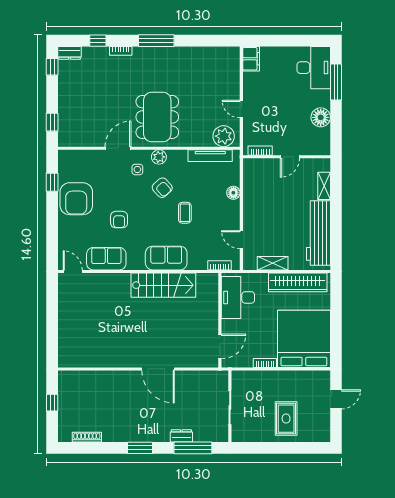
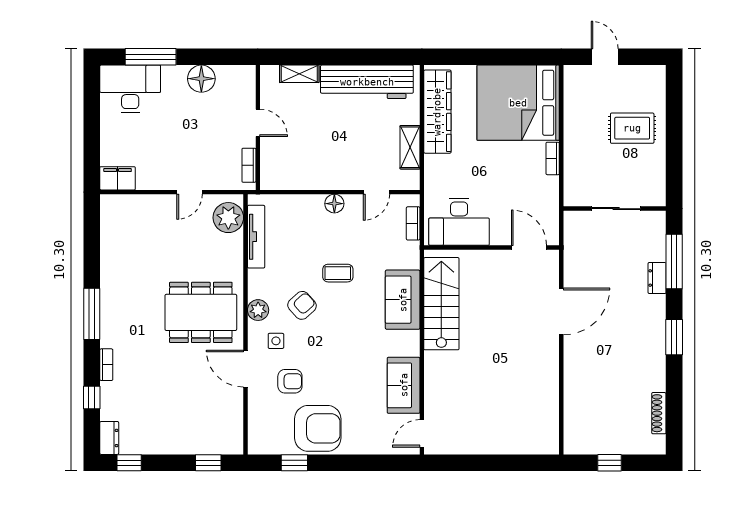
floor lamp: (233, 193) -> (334, 204), moved
armchair: (119, 220) -> (290, 381), moved
desk: (238, 297) -> (459, 222), moved
wall: (220, 320) -> (492, 247), moved
door: (220, 346) -> (529, 247), moved

